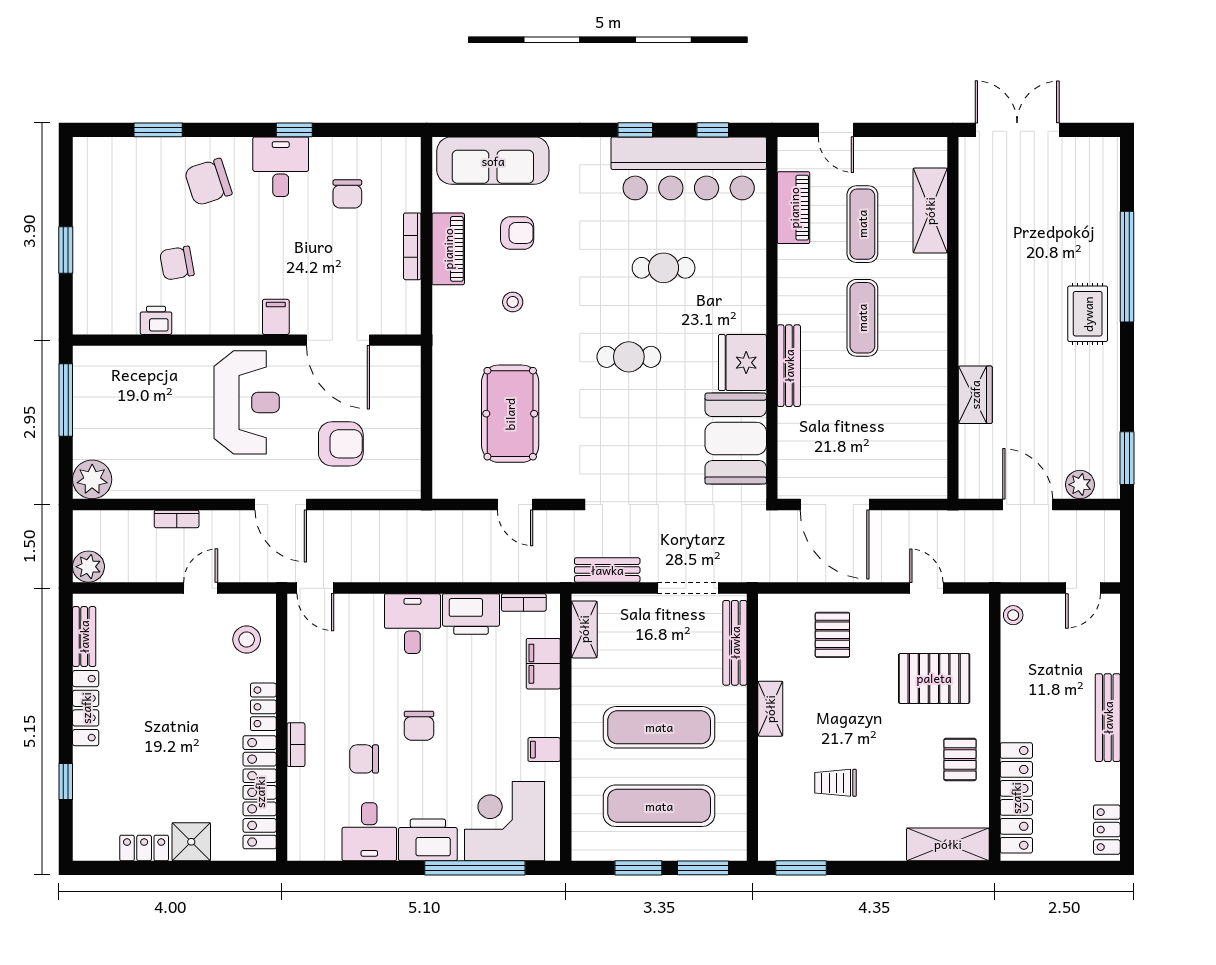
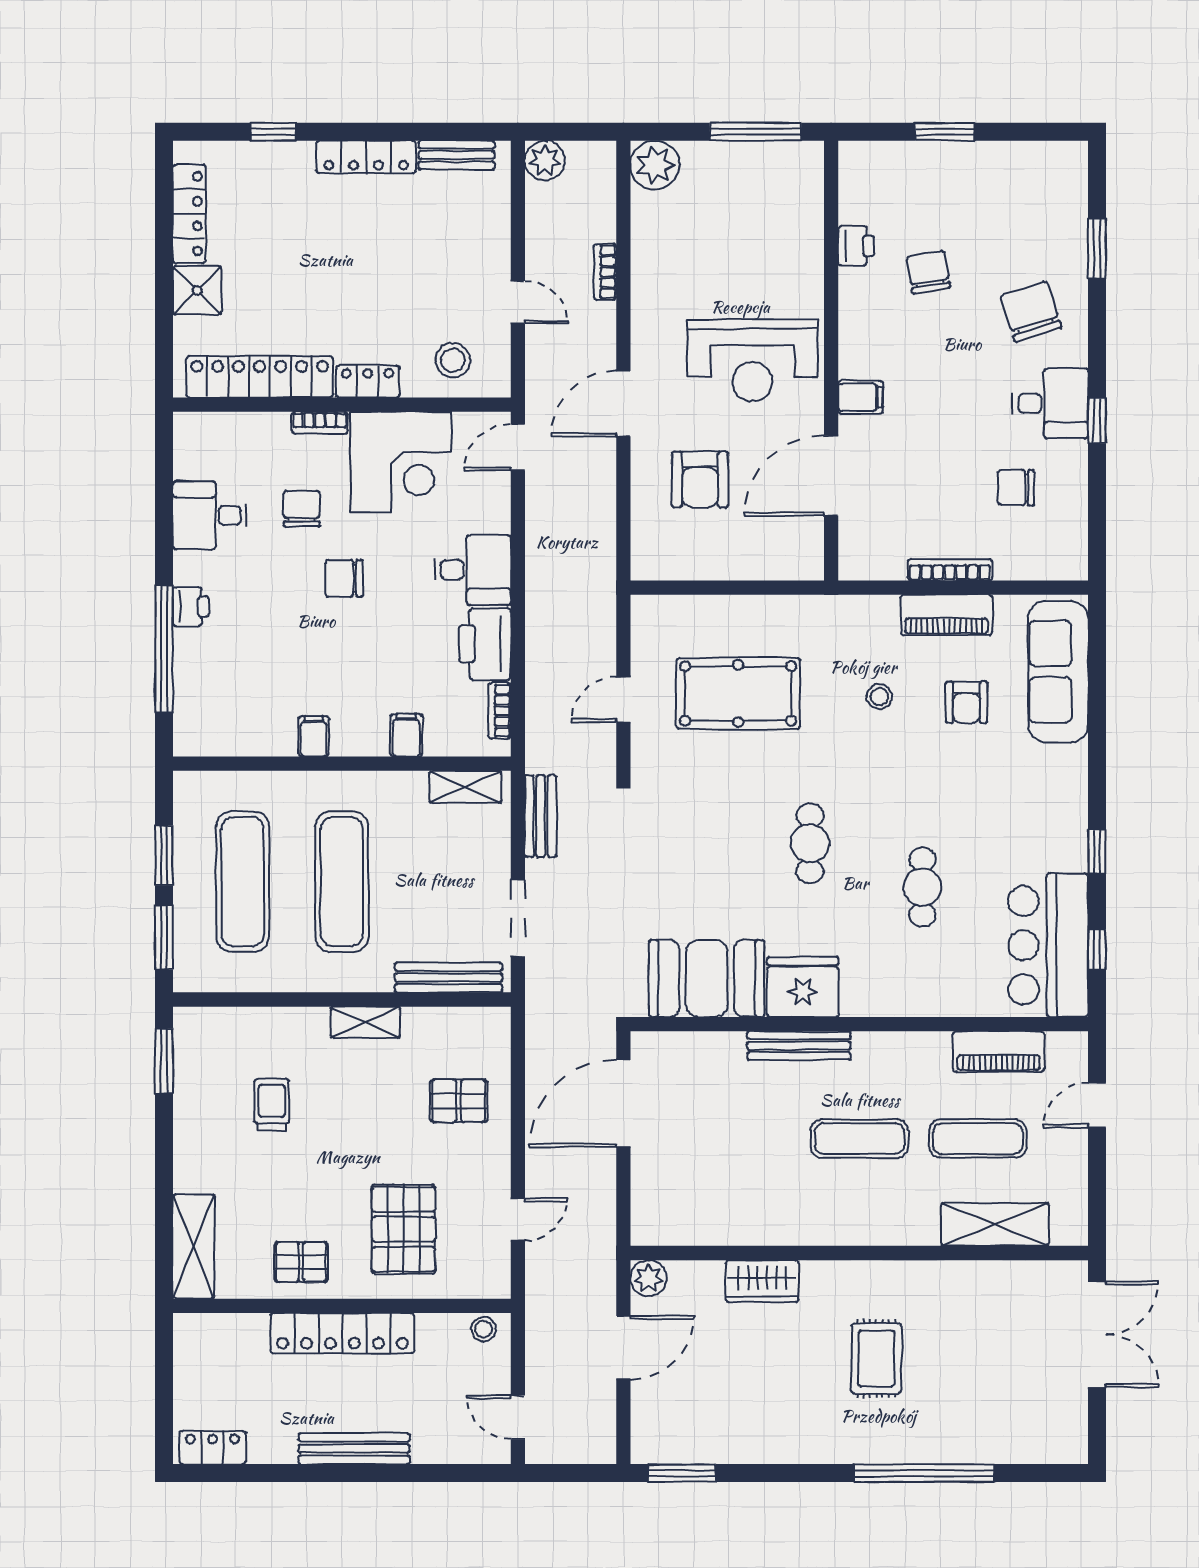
bar counter: (689, 168) -> (1048, 945), width x0.73
rug: (1088, 314) -> (876, 1358), moved, turned 90
plant: (1080, 485) -> (649, 1278), moved
filing cabinet: (543, 664) -> (406, 735), width x0.50
locker: (1016, 798) -> (342, 1333), moved
corner desk: (504, 821) -> (401, 462), moved, turned 90
printer: (428, 840) -> (191, 607), width x0.53, depth x0.68
locker: (144, 848) -> (189, 214), width x1.53

